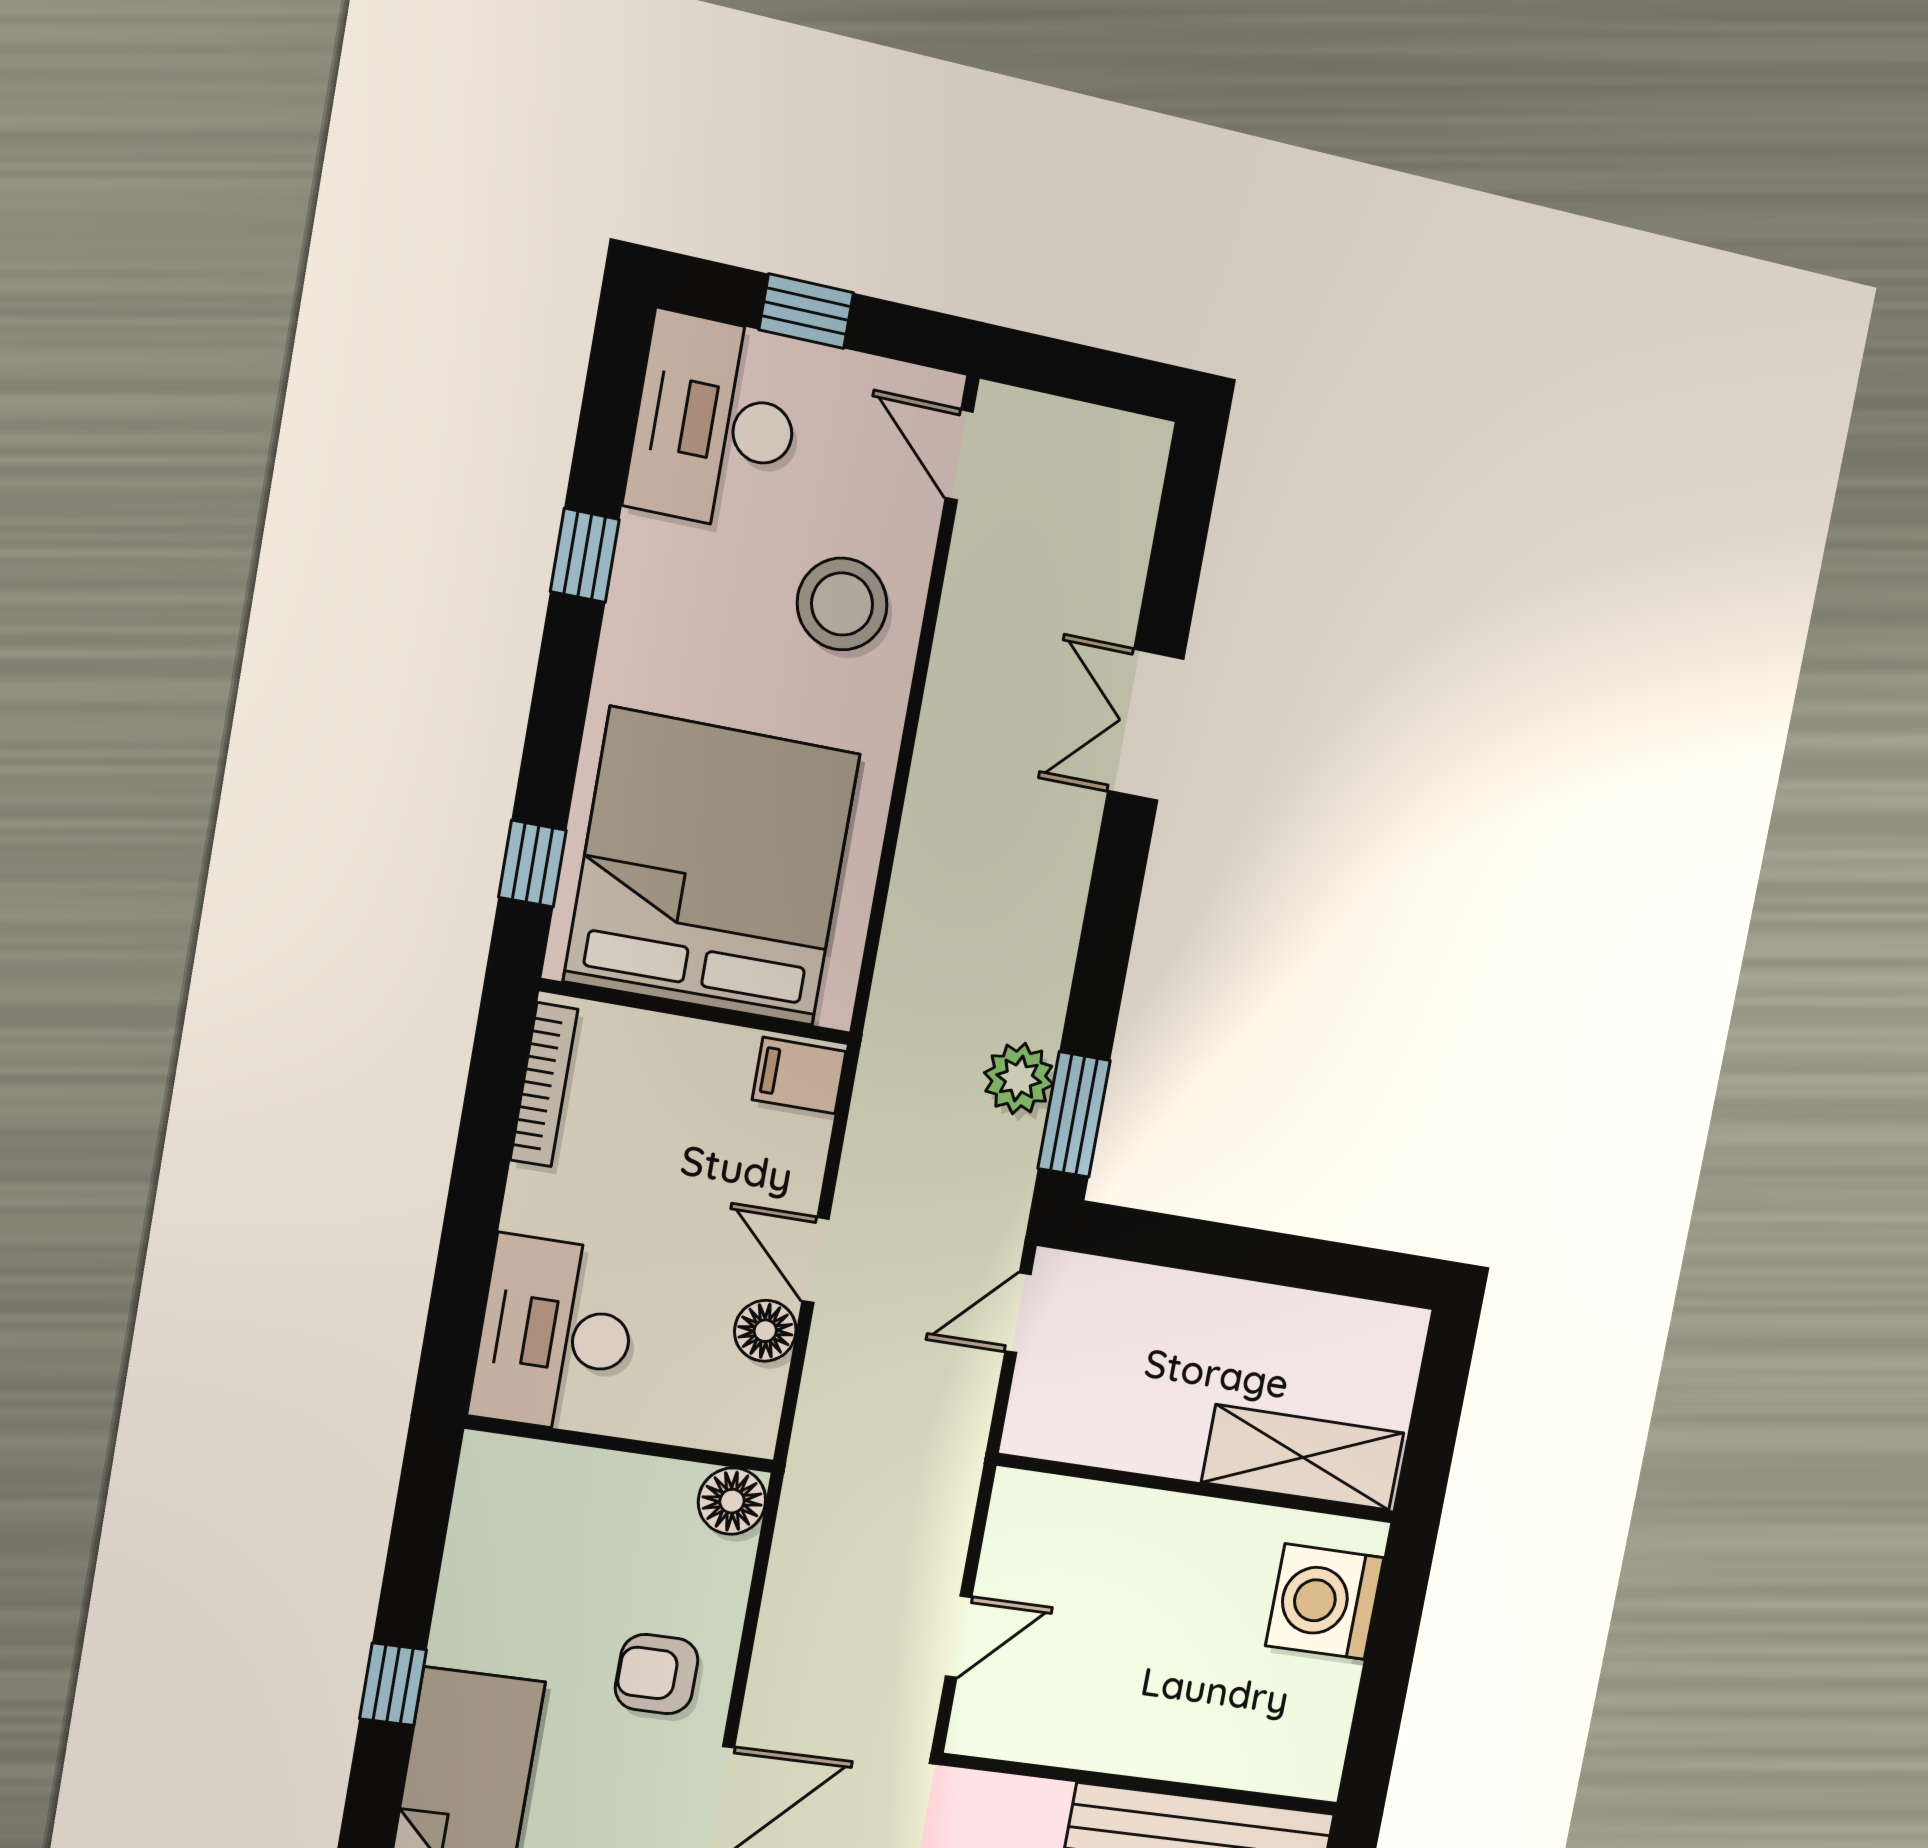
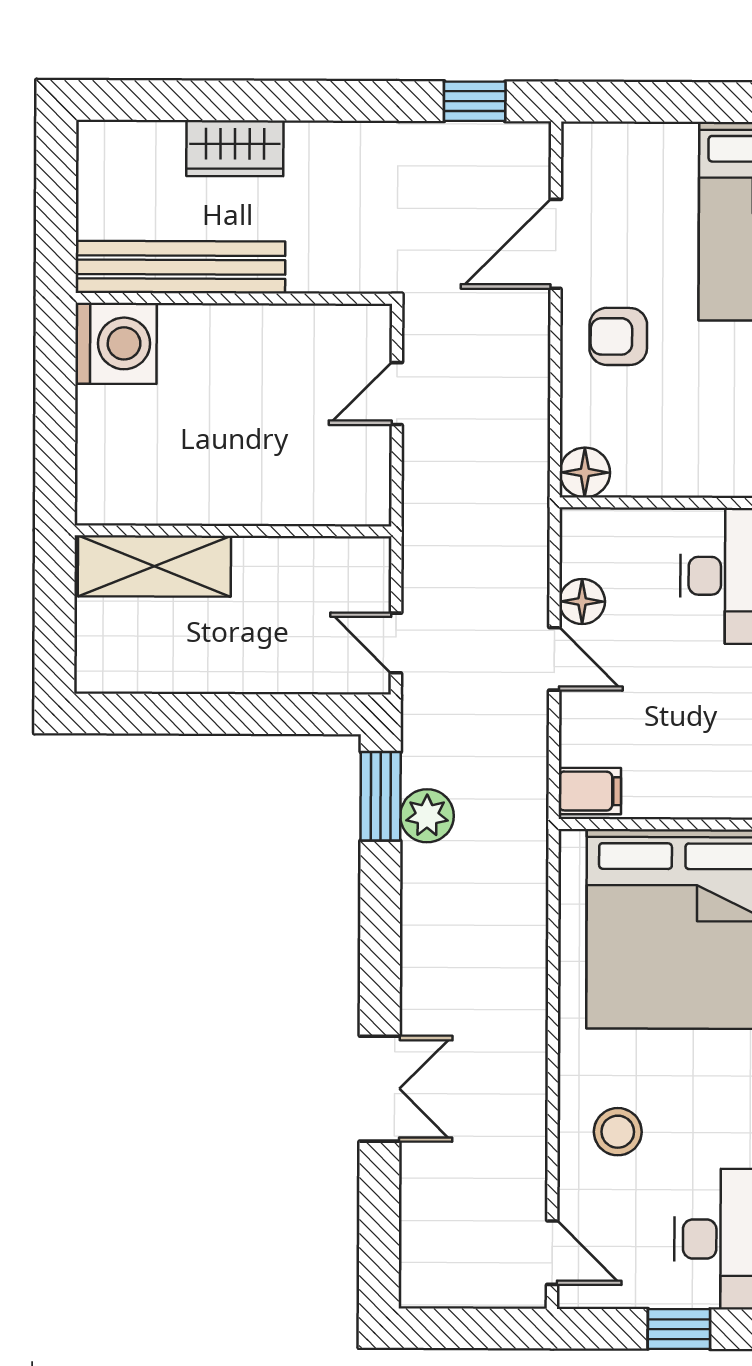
stool: (842, 604) -> (618, 1132), width x0.73, depth x0.73
door: (1018, 1313) -> (396, 643), swing flipped
washing machine: (1325, 1602) -> (116, 343), moved
armchair: (657, 1674) -> (618, 336), turned 180

